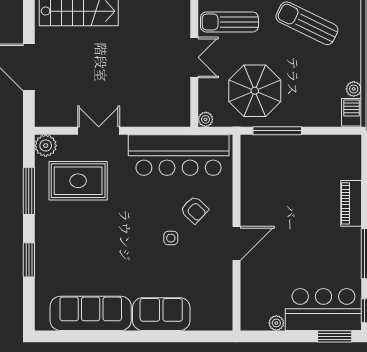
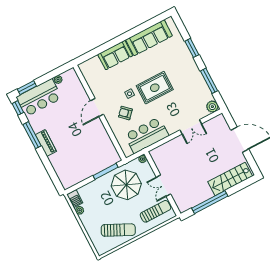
bar counter: (179, 155) -> (147, 135), width x0.73
rug: (78, 181) -> (155, 88), moved
piano: (351, 203) -> (46, 143), moved

